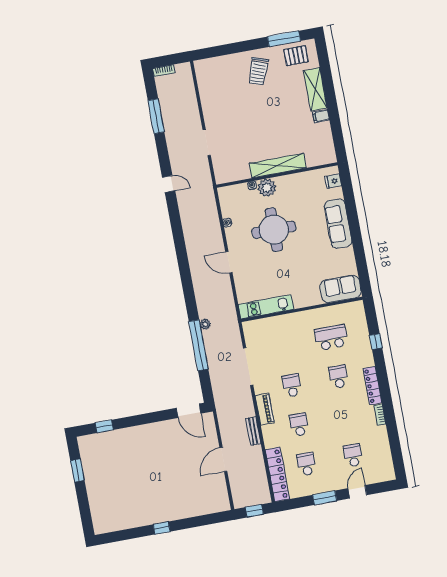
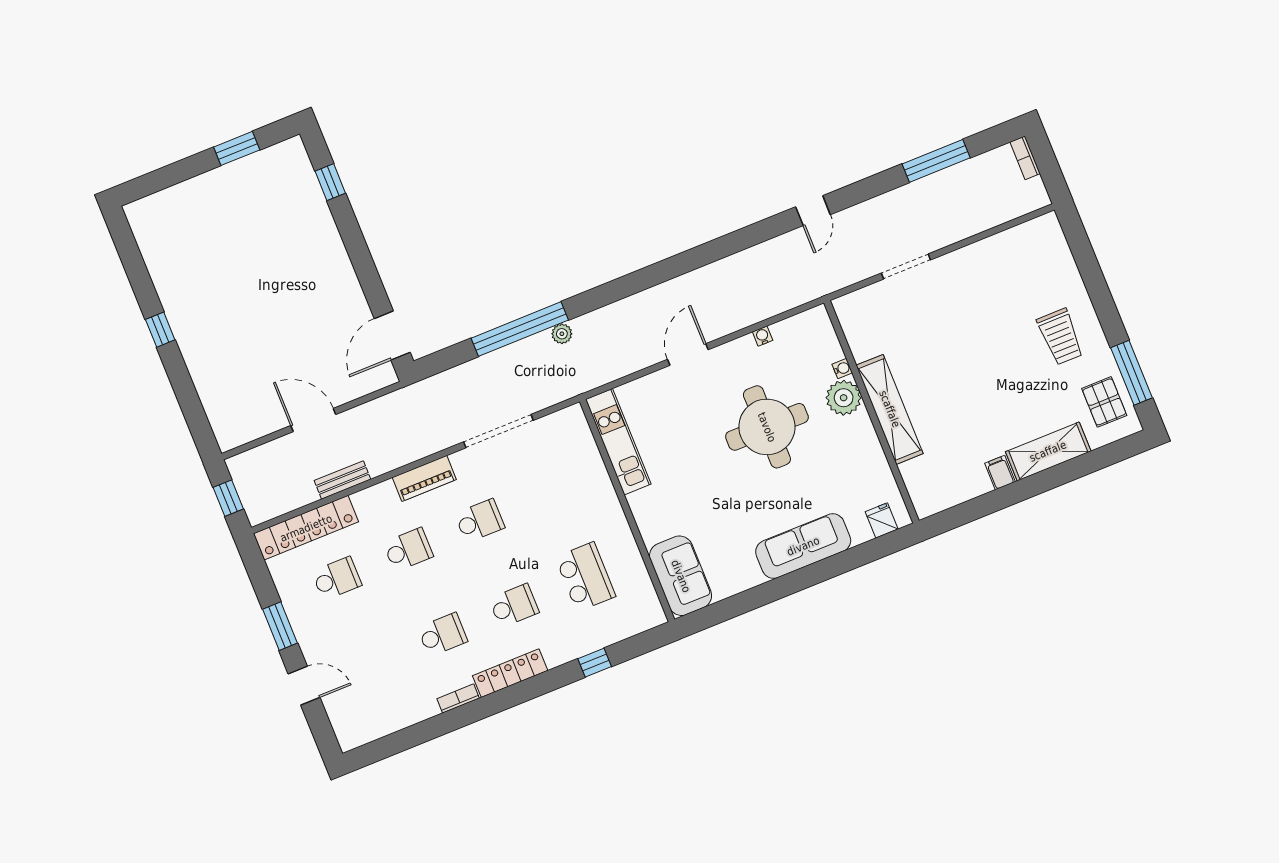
trolley: (258, 71) -> (1060, 337), turned -110
bench: (253, 431) -> (342, 480), moved
school desk: (353, 455) -> (442, 635), moved

